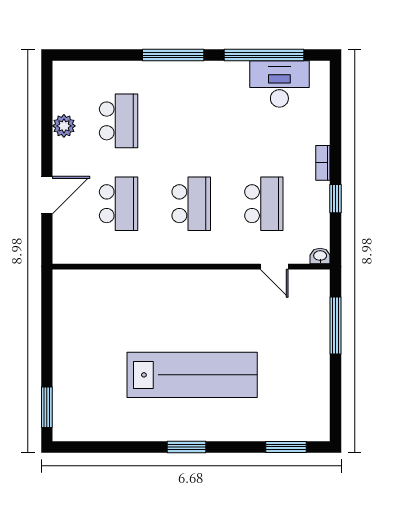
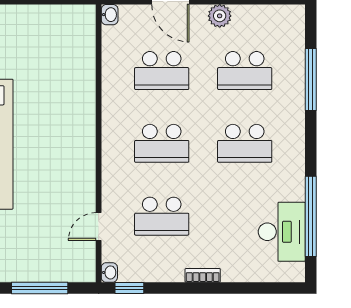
window: (173, 55) -> (311, 80), moved
school desk: (191, 121) -> (245, 143), added
plant: (64, 126) -> (220, 16), moved
window: (336, 199) -> (129, 288), moved
washbasin: (63, 256) -> (110, 15), added

